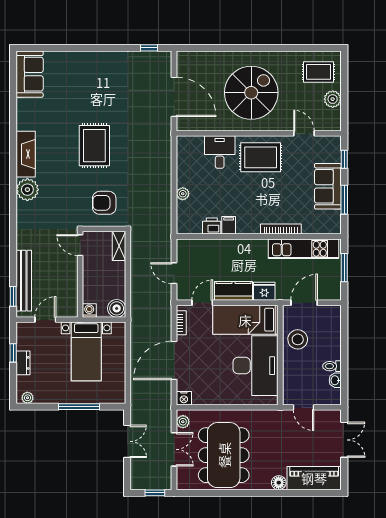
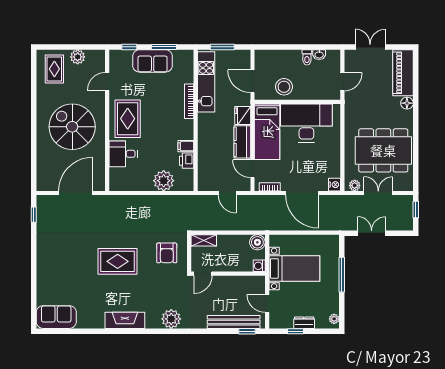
plant: (27, 190) -> (171, 319), moved
plant: (183, 194) -> (164, 181), width x1.87, depth x1.87
door: (174, 273) -> (227, 193), hinge flipped

